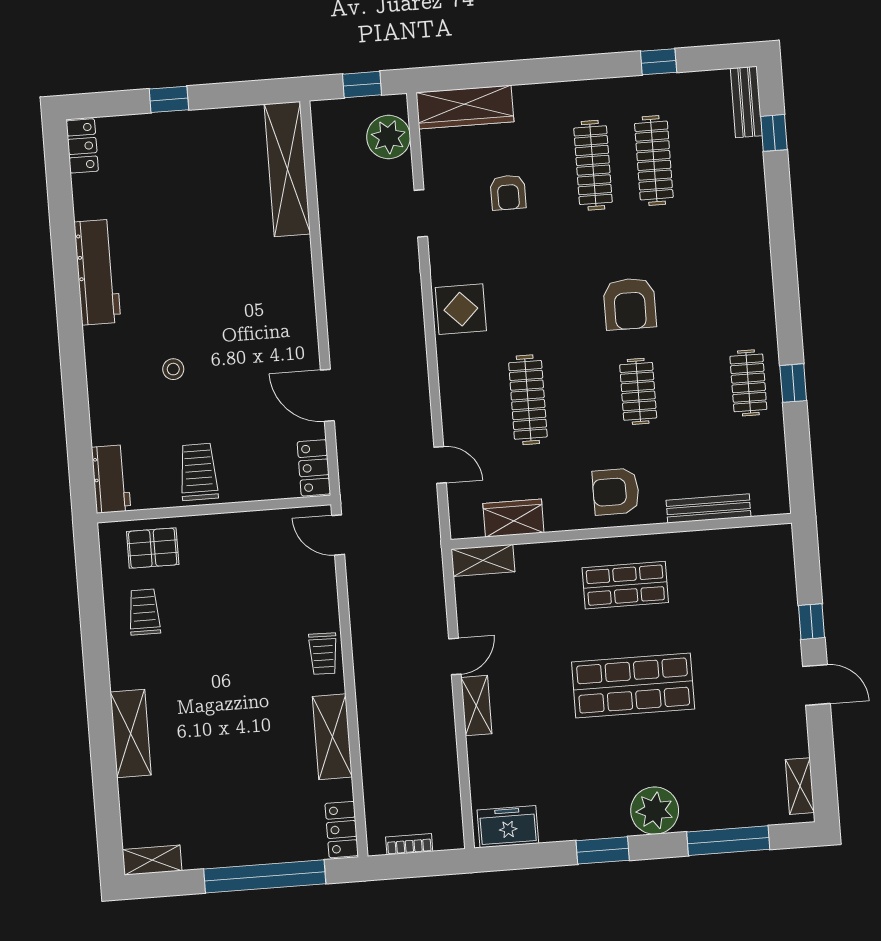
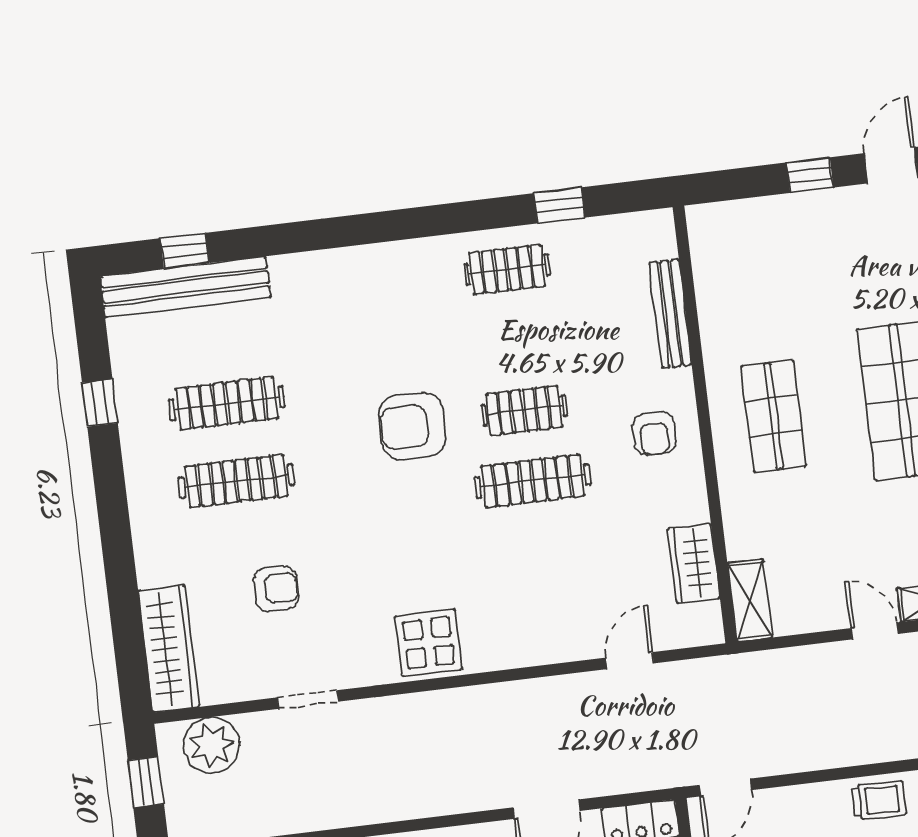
bench: (746, 102) -> (186, 287), width x1.86, depth x1.21
armchair: (630, 304) -> (412, 426), turned 180
window: (793, 383) -> (559, 205), moved
clothes rail: (528, 400) -> (533, 481), moved
armchair: (616, 492) -> (654, 434), width x0.72, depth x0.72

